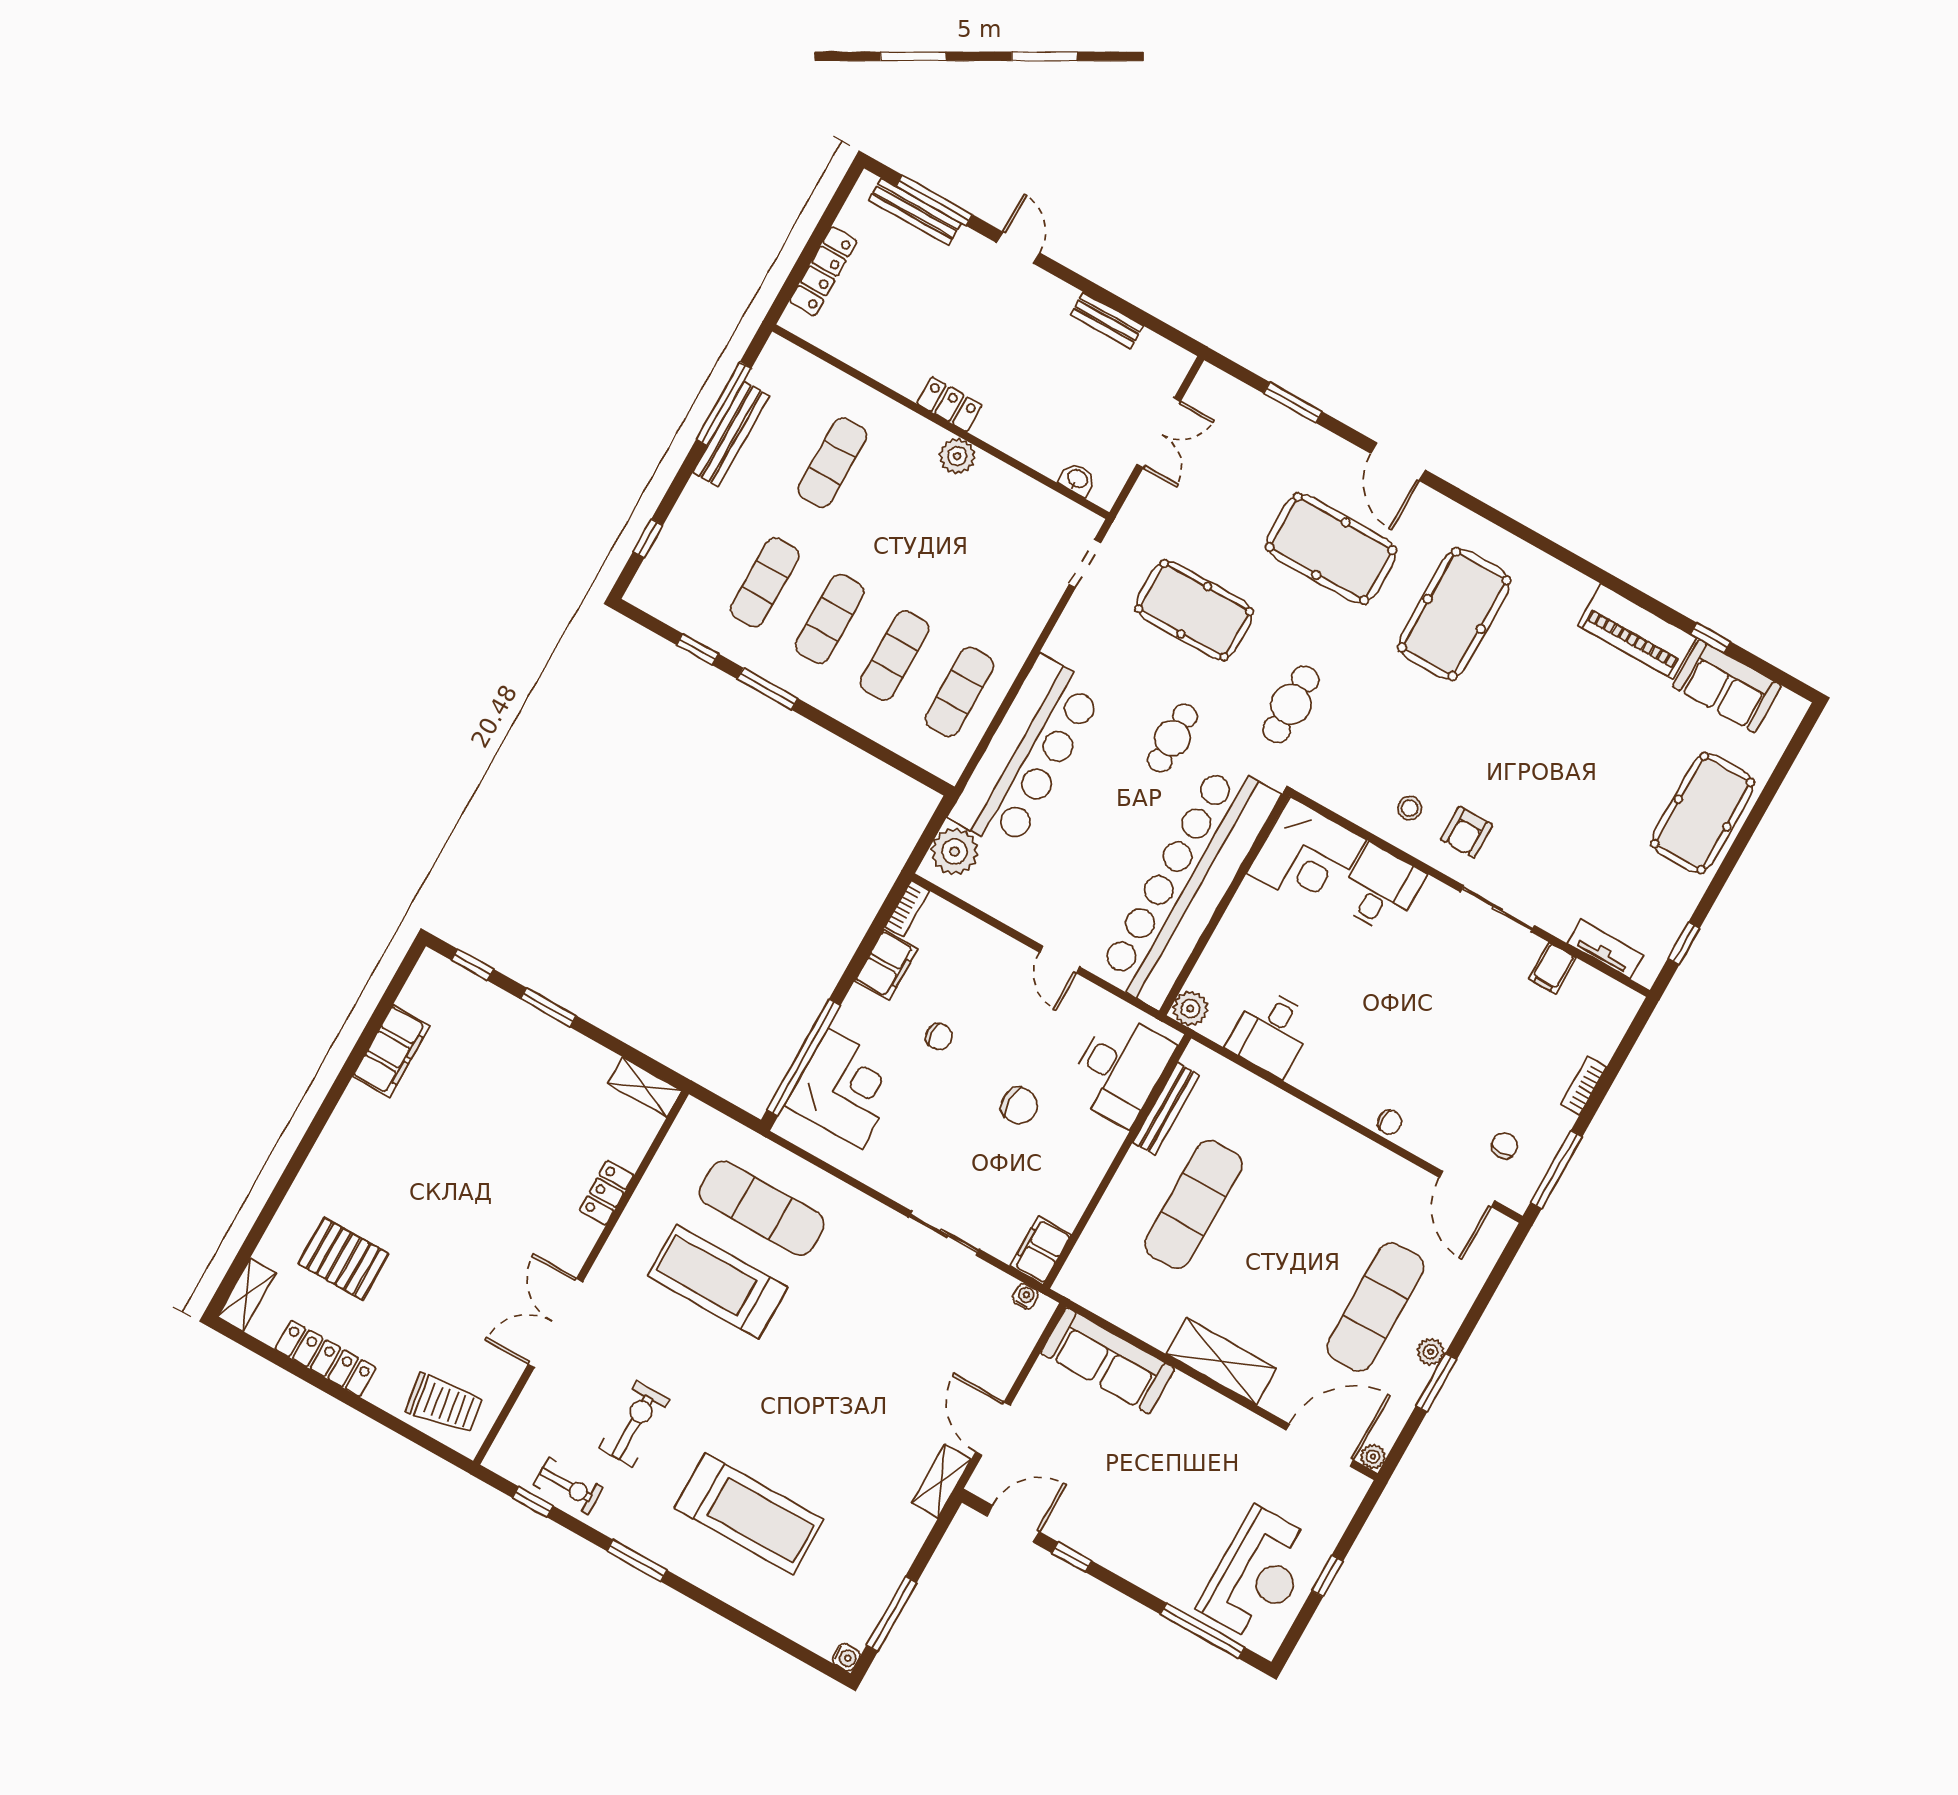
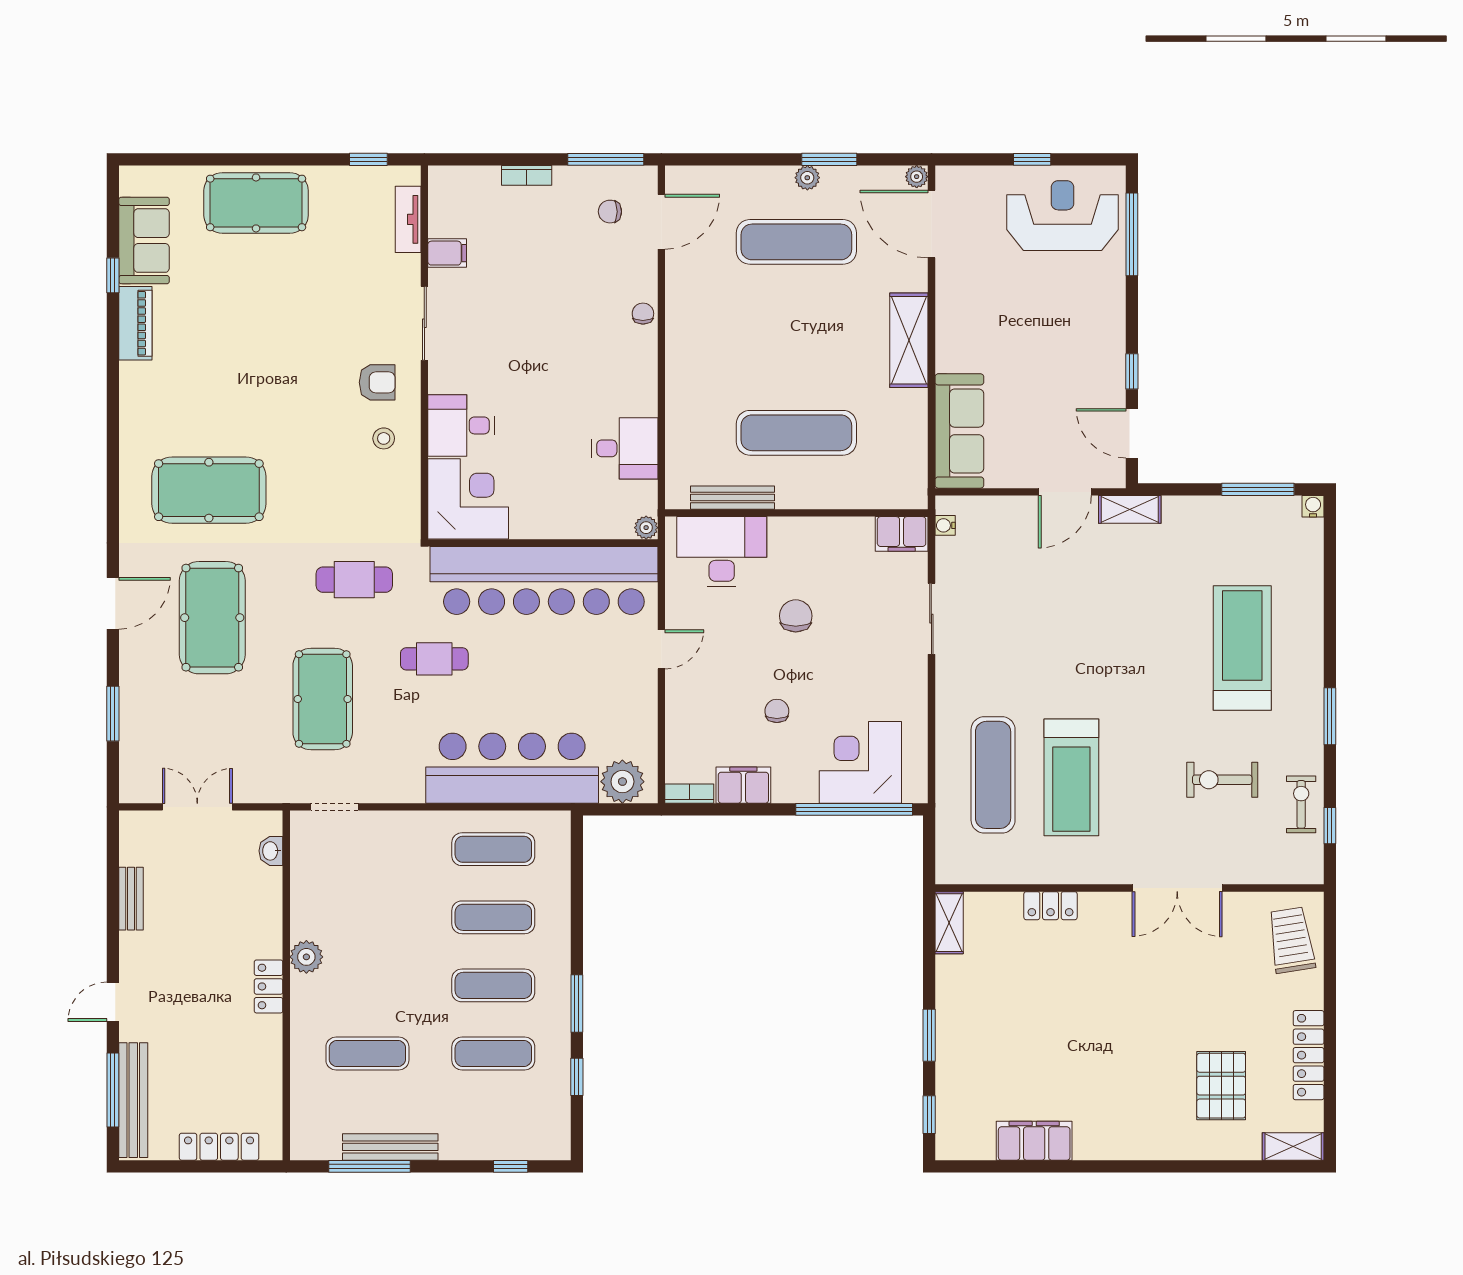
bench: (915, 212) -> (133, 1100), width x1.37, depth x1.21
piano: (1637, 631) -> (135, 323), width x0.73, depth x0.75
plant: (1190, 1009) -> (646, 528), width x0.73, depth x0.73

